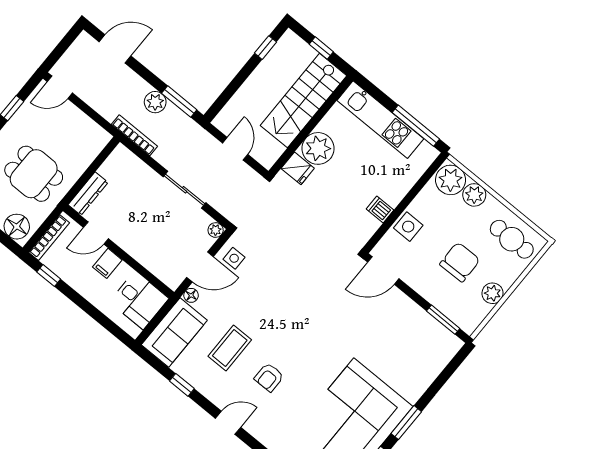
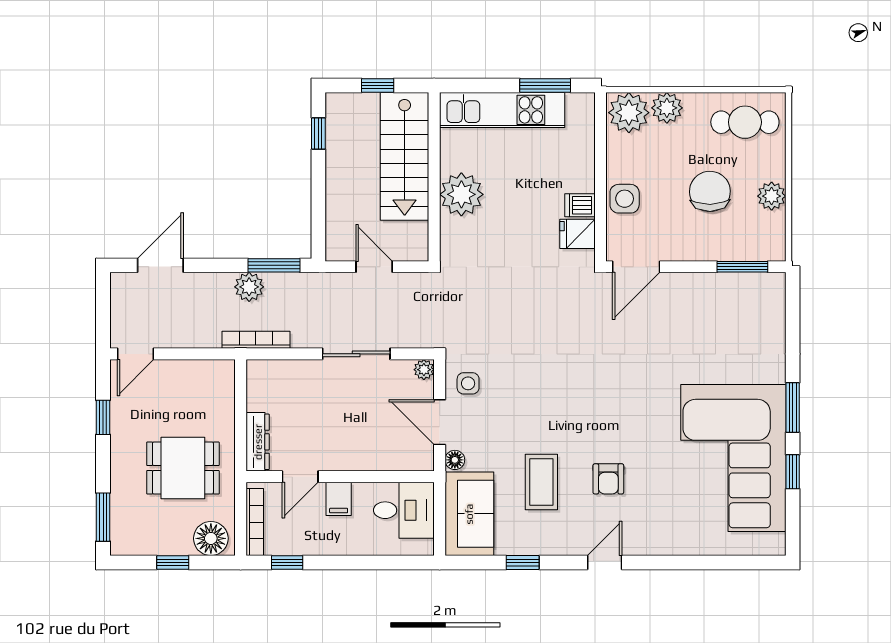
window: (416, 126) -> (545, 85), width x0.69
fridge: (298, 168) -> (577, 234), moved, turned 180
door: (200, 267) -> (440, 422), swing flipped

